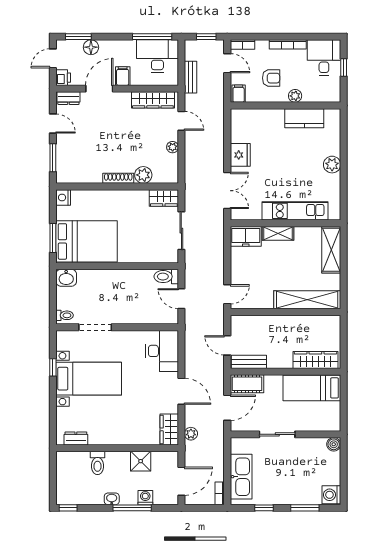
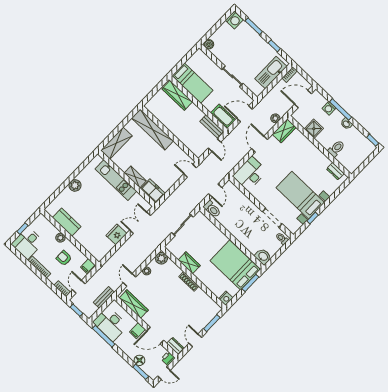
plant: (143, 175) -> (161, 258), moved
wardrobe: (164, 198) -> (189, 263), moved

